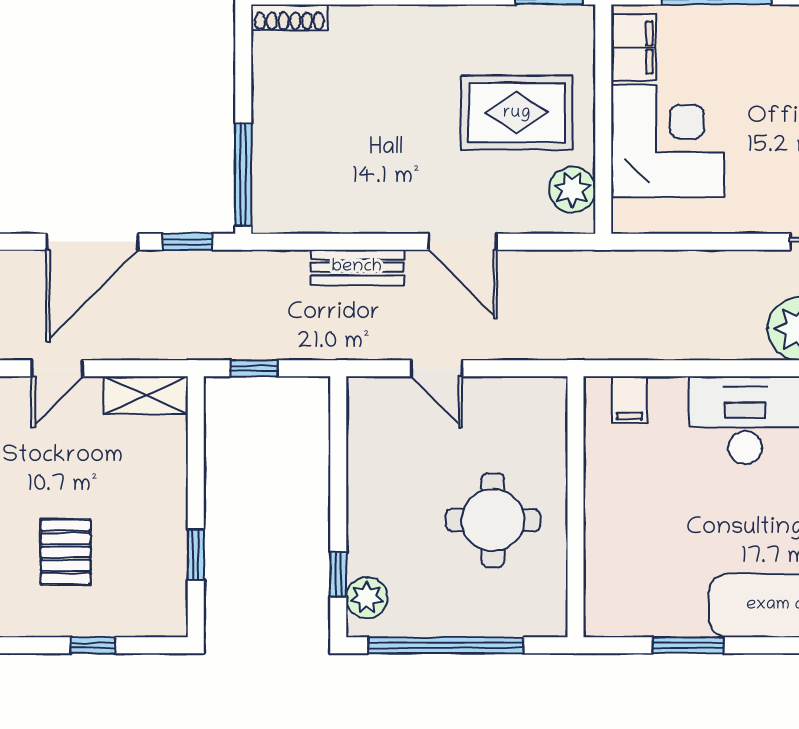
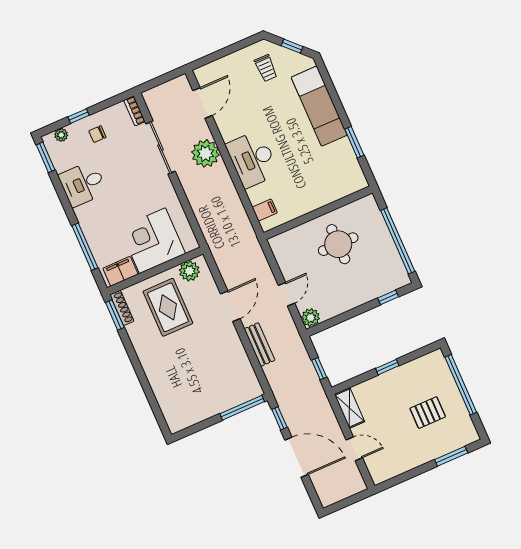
shoe rack: (289, 17) -> (122, 308), moved
window: (196, 554) -> (387, 367), moved
plant: (367, 598) -> (311, 318), moved
window: (93, 645) -> (461, 385), width x3.17

